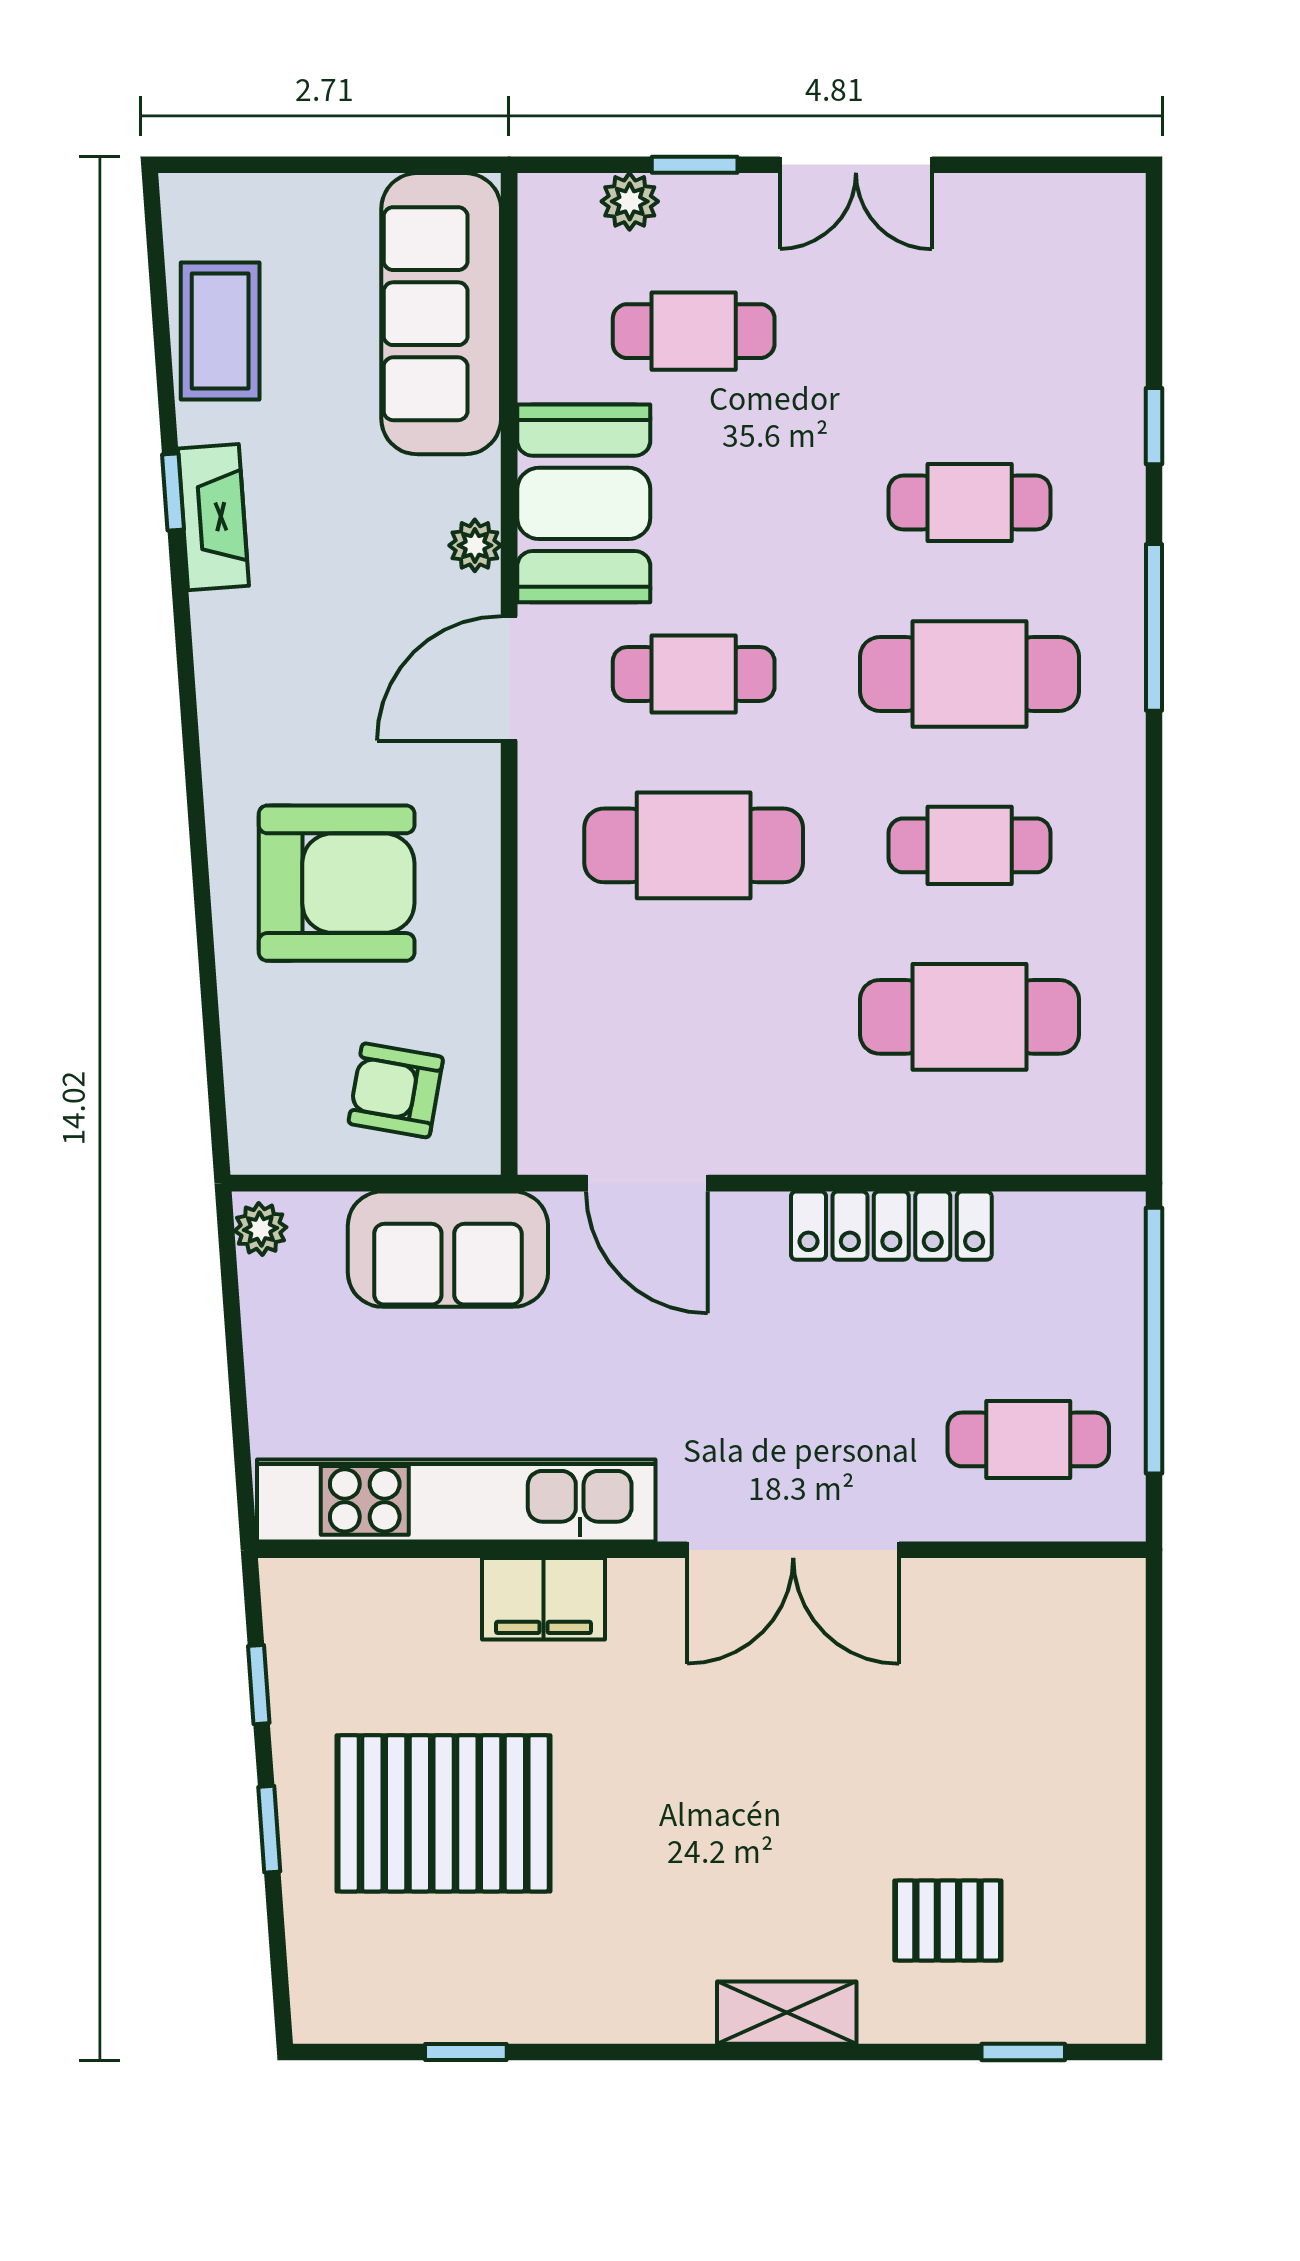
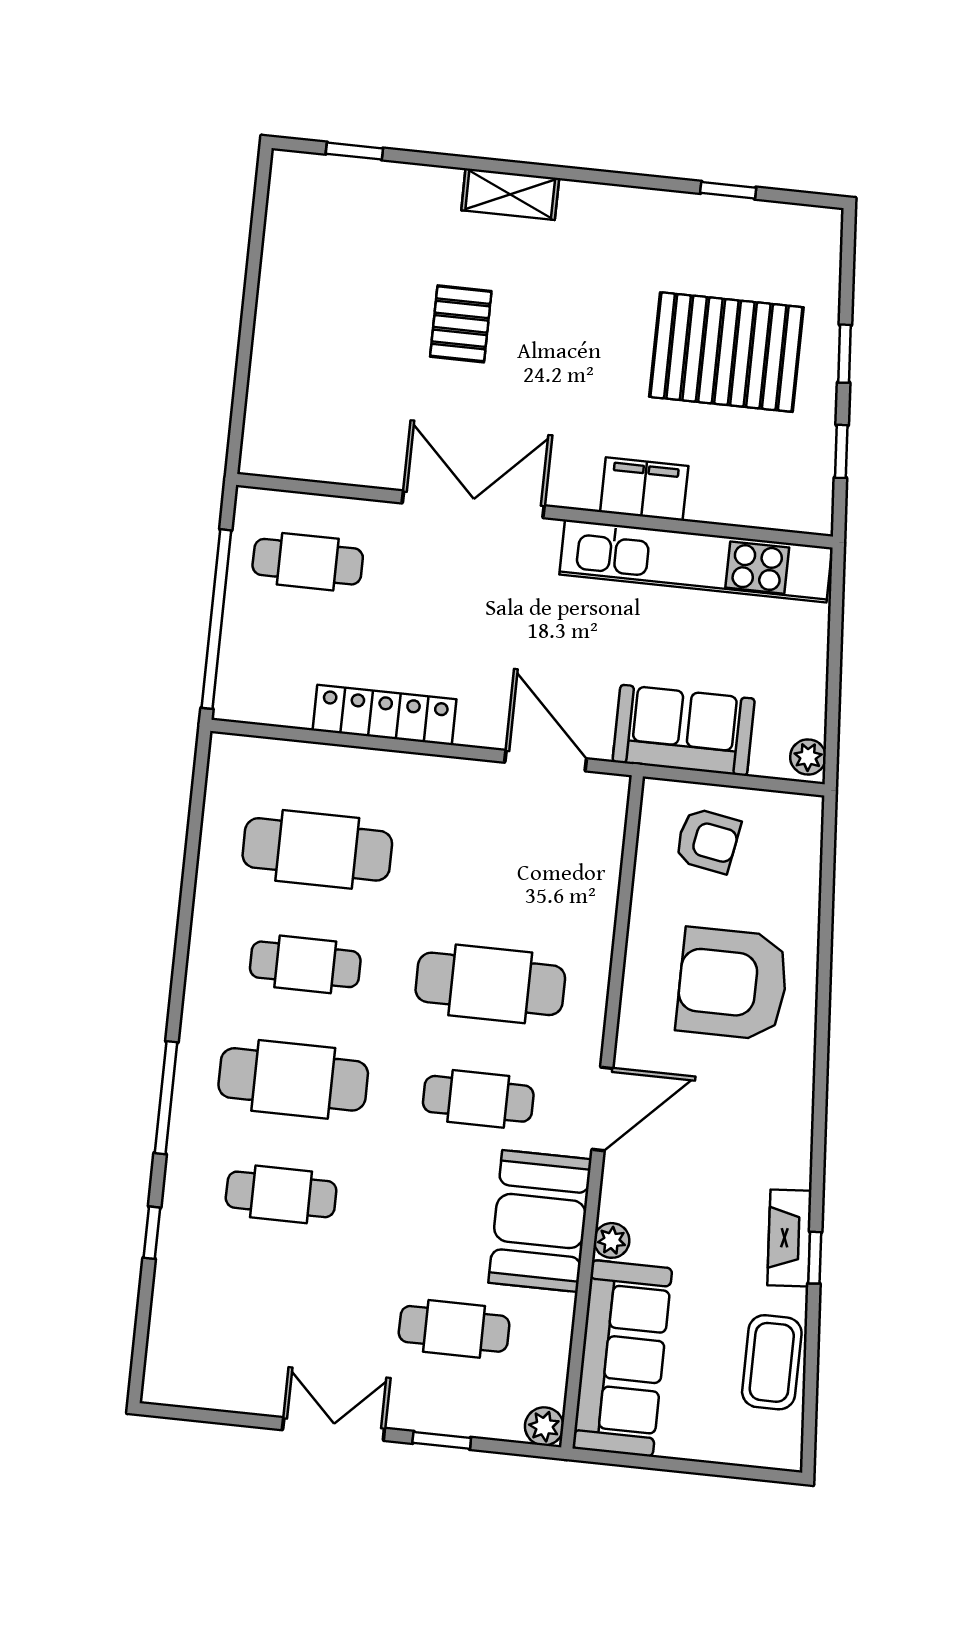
plant: (630, 201) -> (544, 1426), moved
plant: (475, 545) -> (612, 1240), moved
pallet: (948, 1920) -> (461, 324), moved, turned 90

